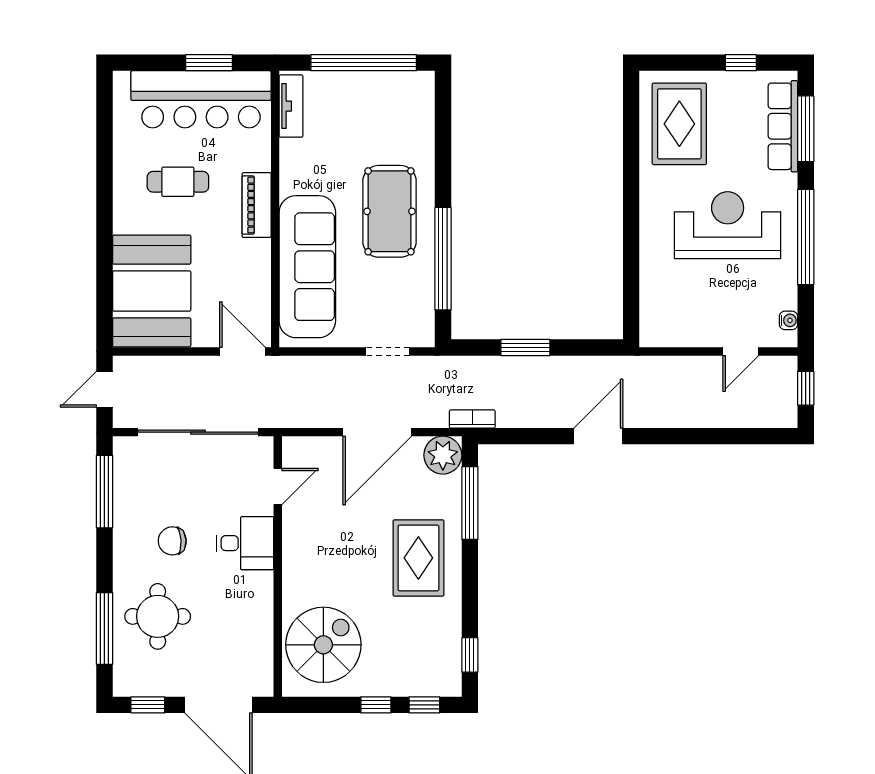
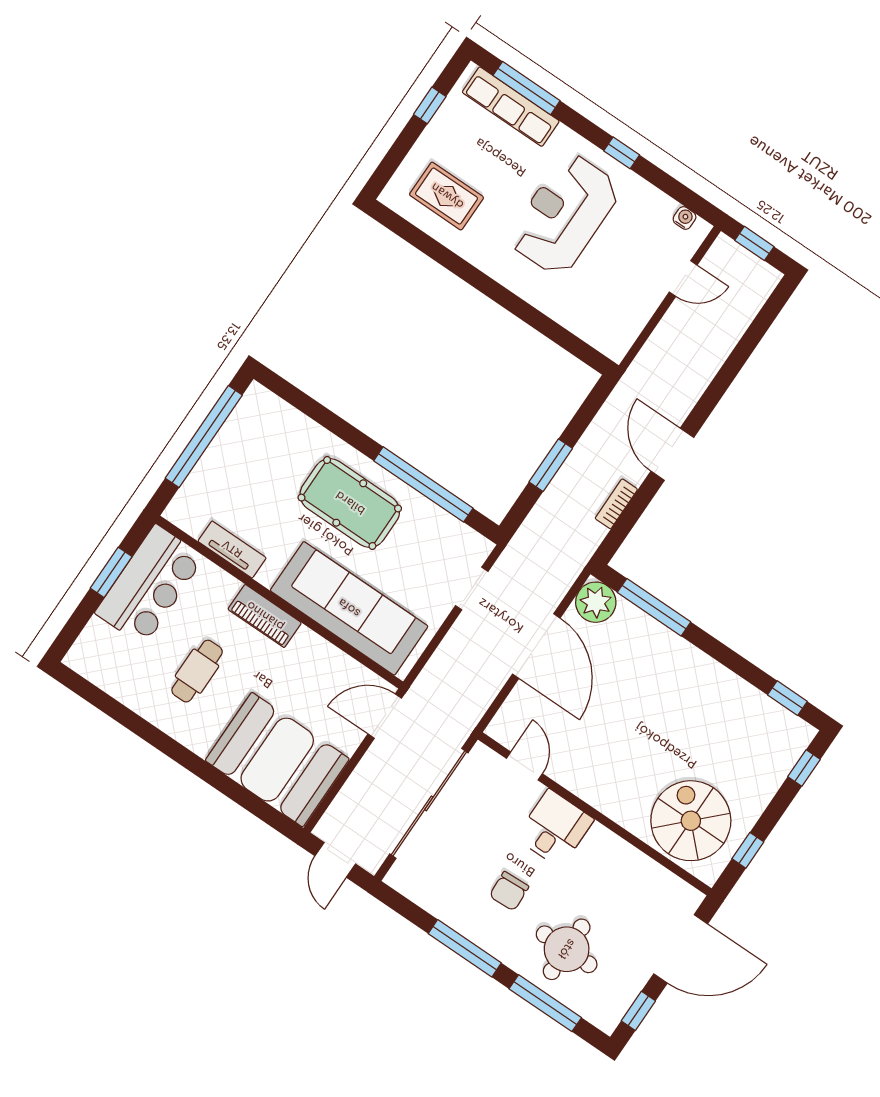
bar counter: (201, 99) -> (150, 585), width x0.73
tv unit: (291, 106) -> (232, 549), moved
rug: (679, 124) -> (447, 196), width x0.73, depth x0.70
window: (806, 237) -> (622, 153), width x0.32
door: (741, 352) -> (683, 279), hinge flipped
bookcase: (472, 419) -> (616, 504), moved
window: (104, 492) -> (465, 948), moved
rug: (418, 558) -> (671, 685), removed
window: (376, 705) -> (748, 850), moved

